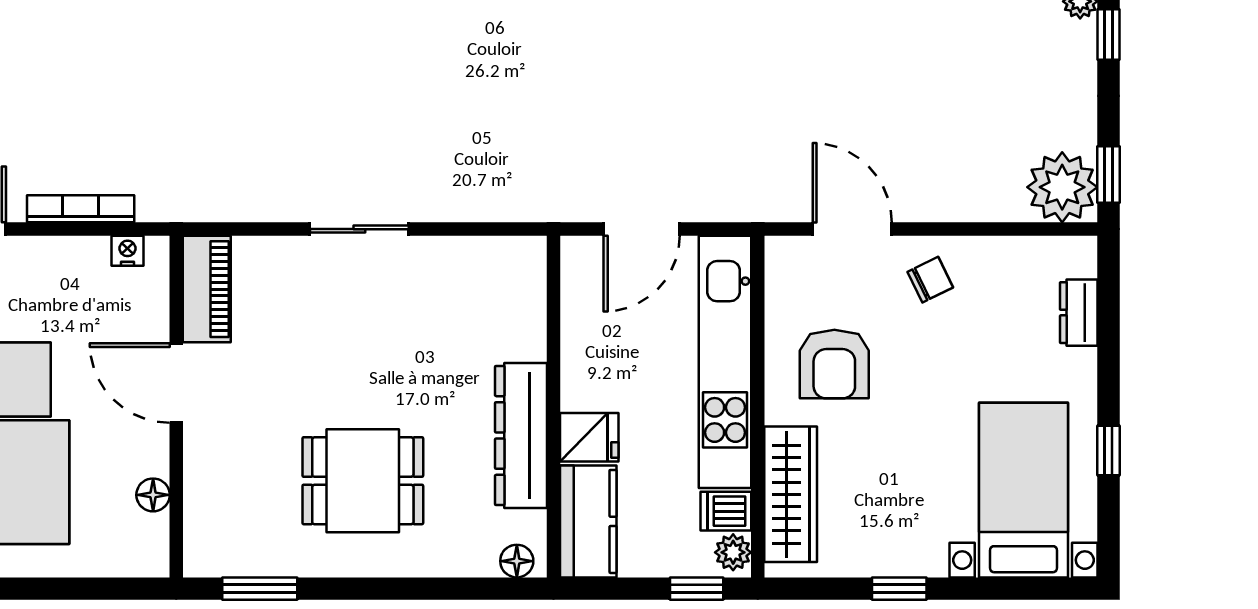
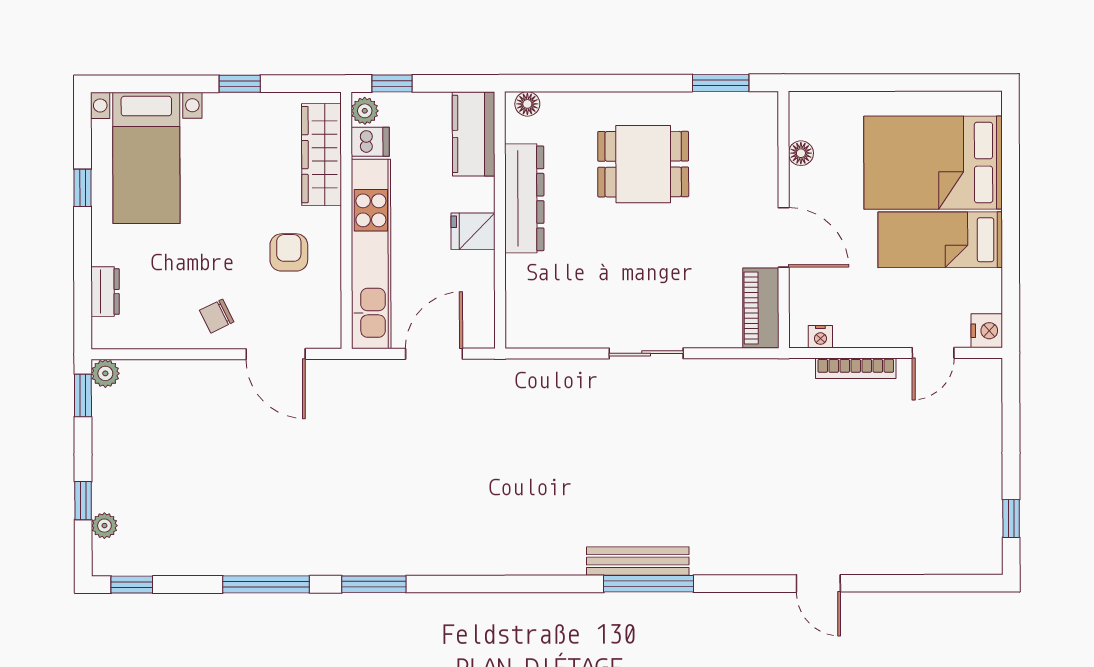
plant: (1062, 187) -> (105, 373), width x0.53, depth x0.53
armchair: (834, 364) -> (289, 252), width x0.72, depth x0.72
fridge: (589, 437) -> (473, 231), moved

